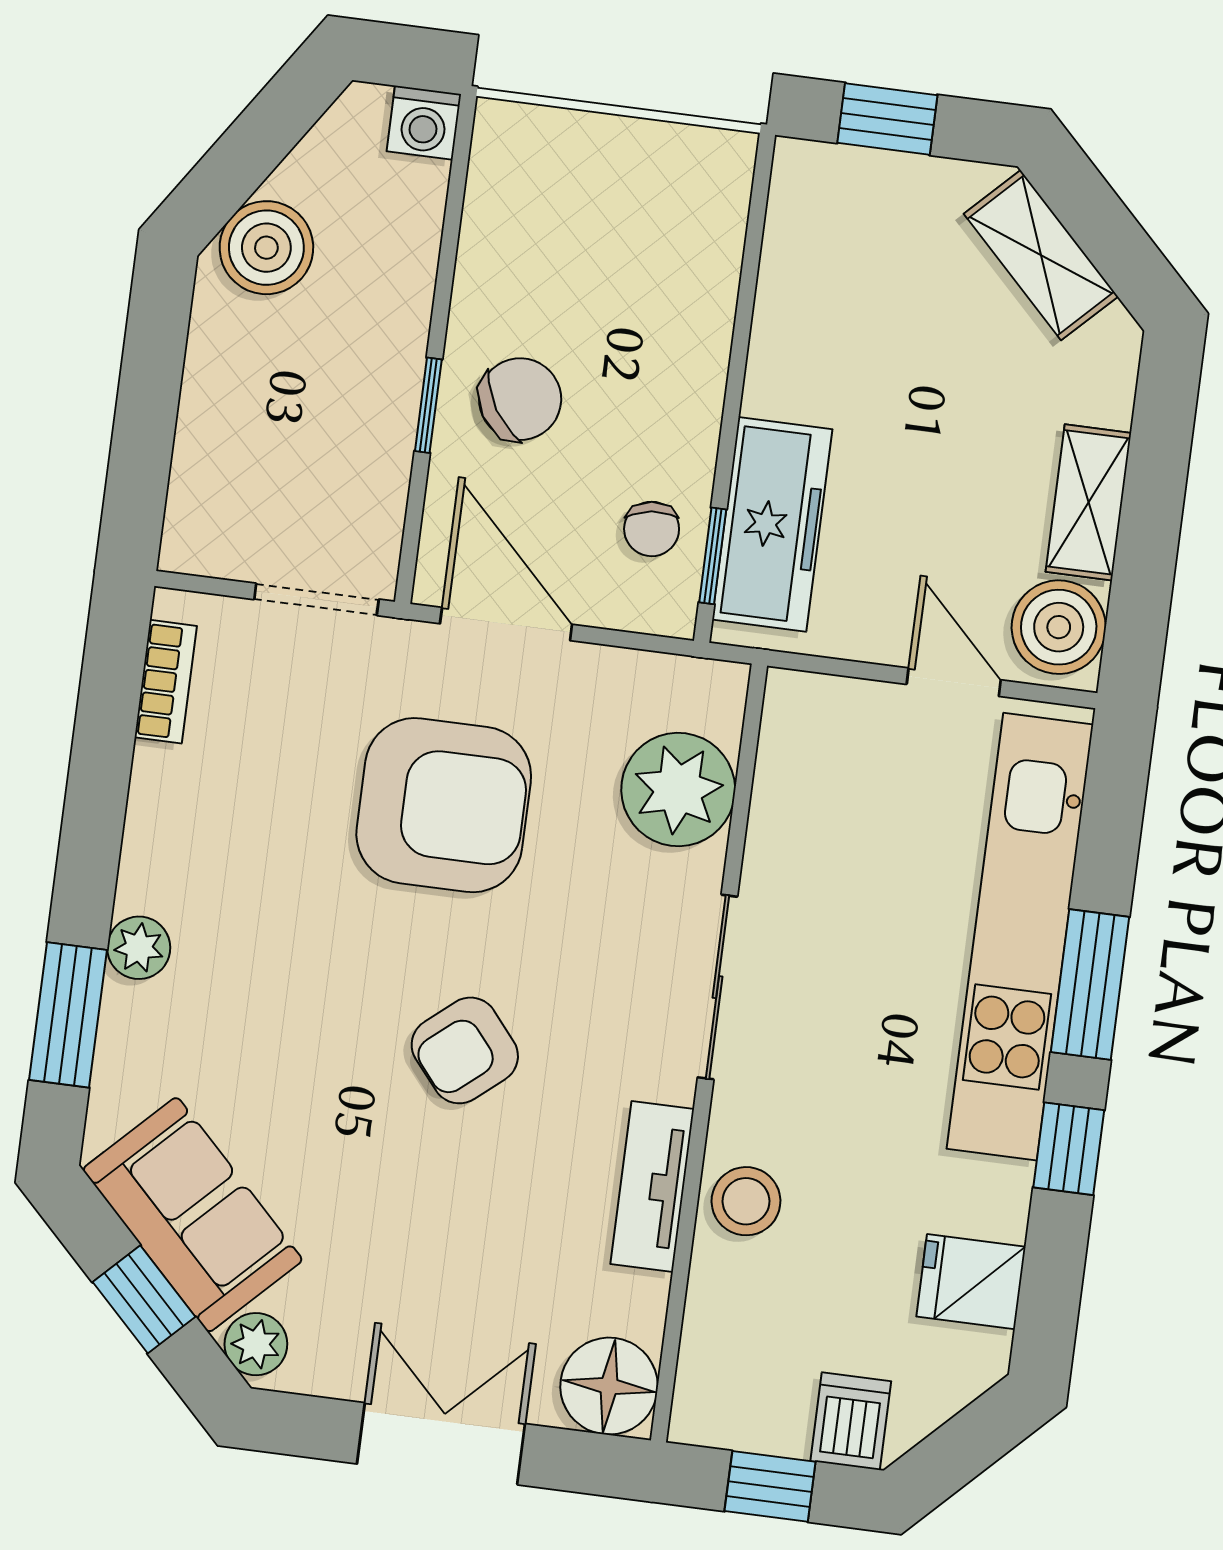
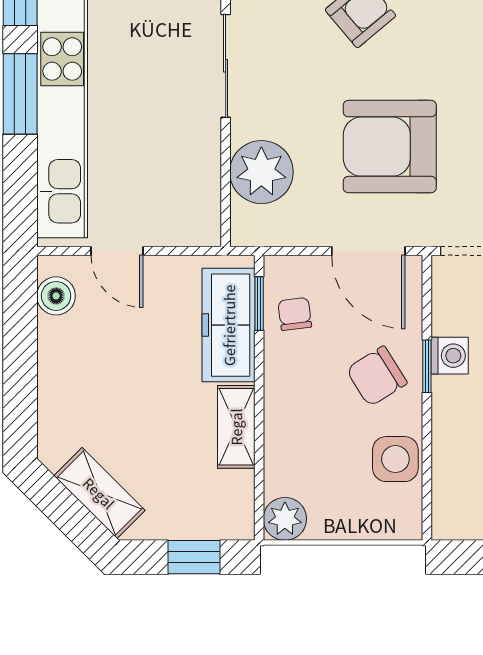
washing machine: (424, 123) -> (450, 356), moved, turned 90
plant: (717, 166) -> (285, 519), added
side table: (506, 247) -> (395, 459), added
shelving: (1088, 502) -> (236, 427), moved
boiler: (1059, 627) -> (56, 296), width x0.73, depth x0.73

